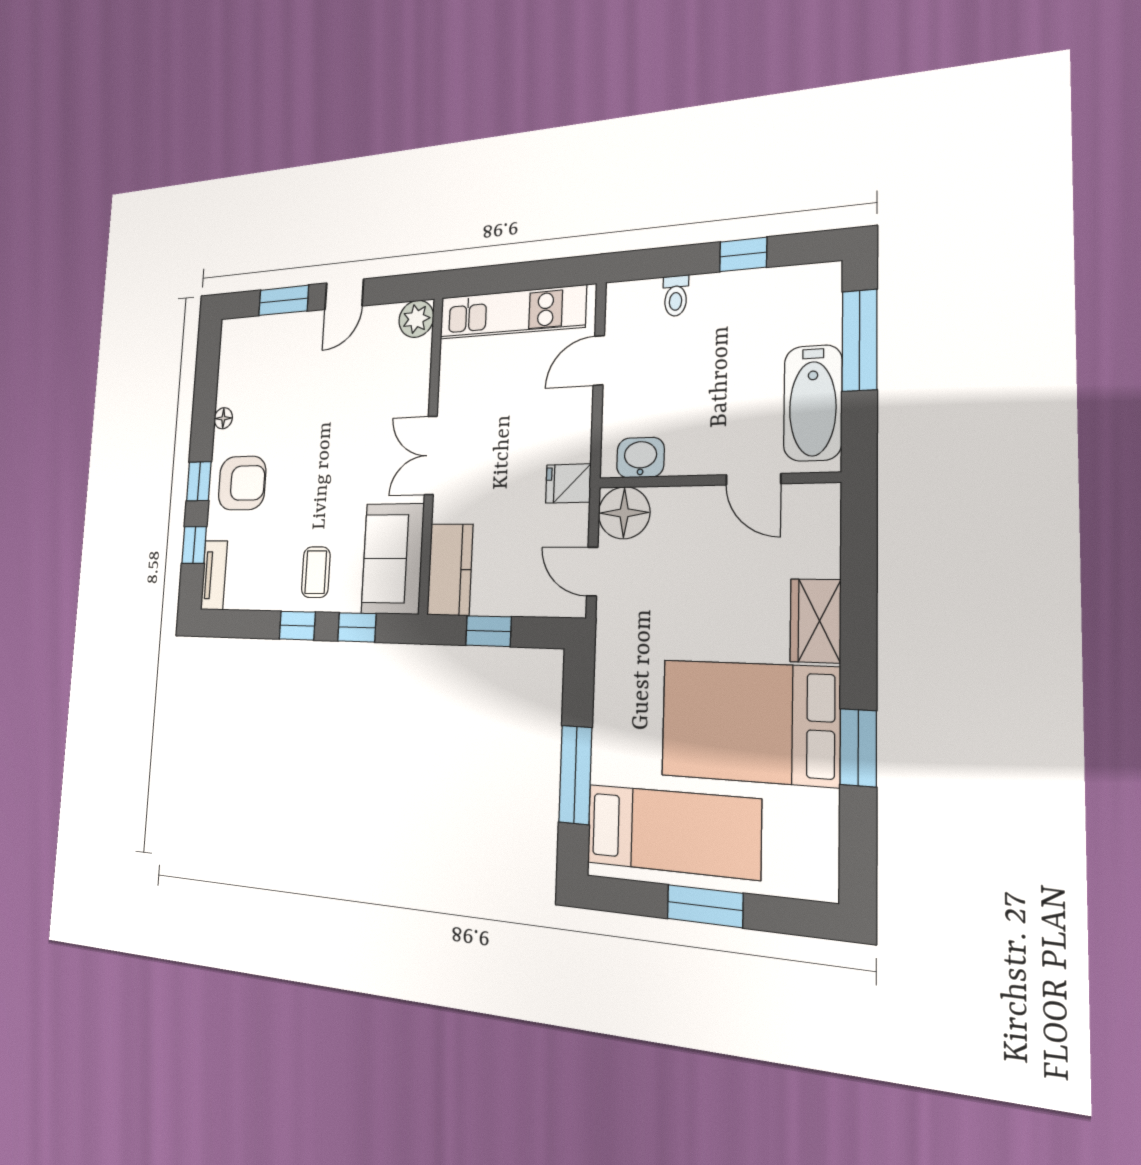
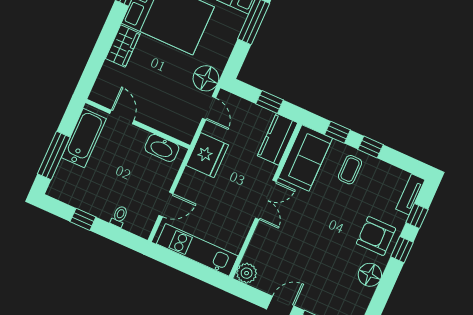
floor lamp: (223, 418) -> (370, 275), width x1.89, depth x1.89
washbasin: (640, 458) -> (162, 148), width x1.38
fridge: (568, 484) -> (207, 155), width x1.88, depth x1.34
floor lamp: (624, 513) -> (206, 78), moved

